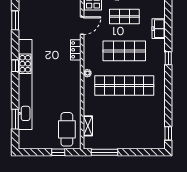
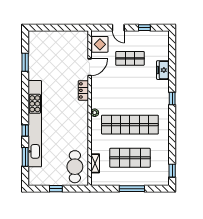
shop shelf: (124, 51) -> (130, 158), moved
window: (15, 66) -> (25, 131), moved
window: (58, 152) -> (56, 189), moved
window: (104, 152) -> (132, 189), moved

